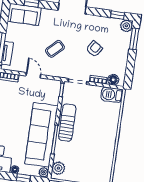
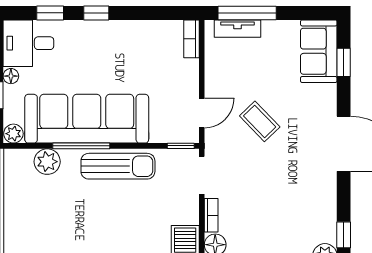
armchair: (94, 49) -> (271, 199), removed
door: (33, 75) -> (202, 113), moved
plant: (58, 168) -> (47, 162), moved

